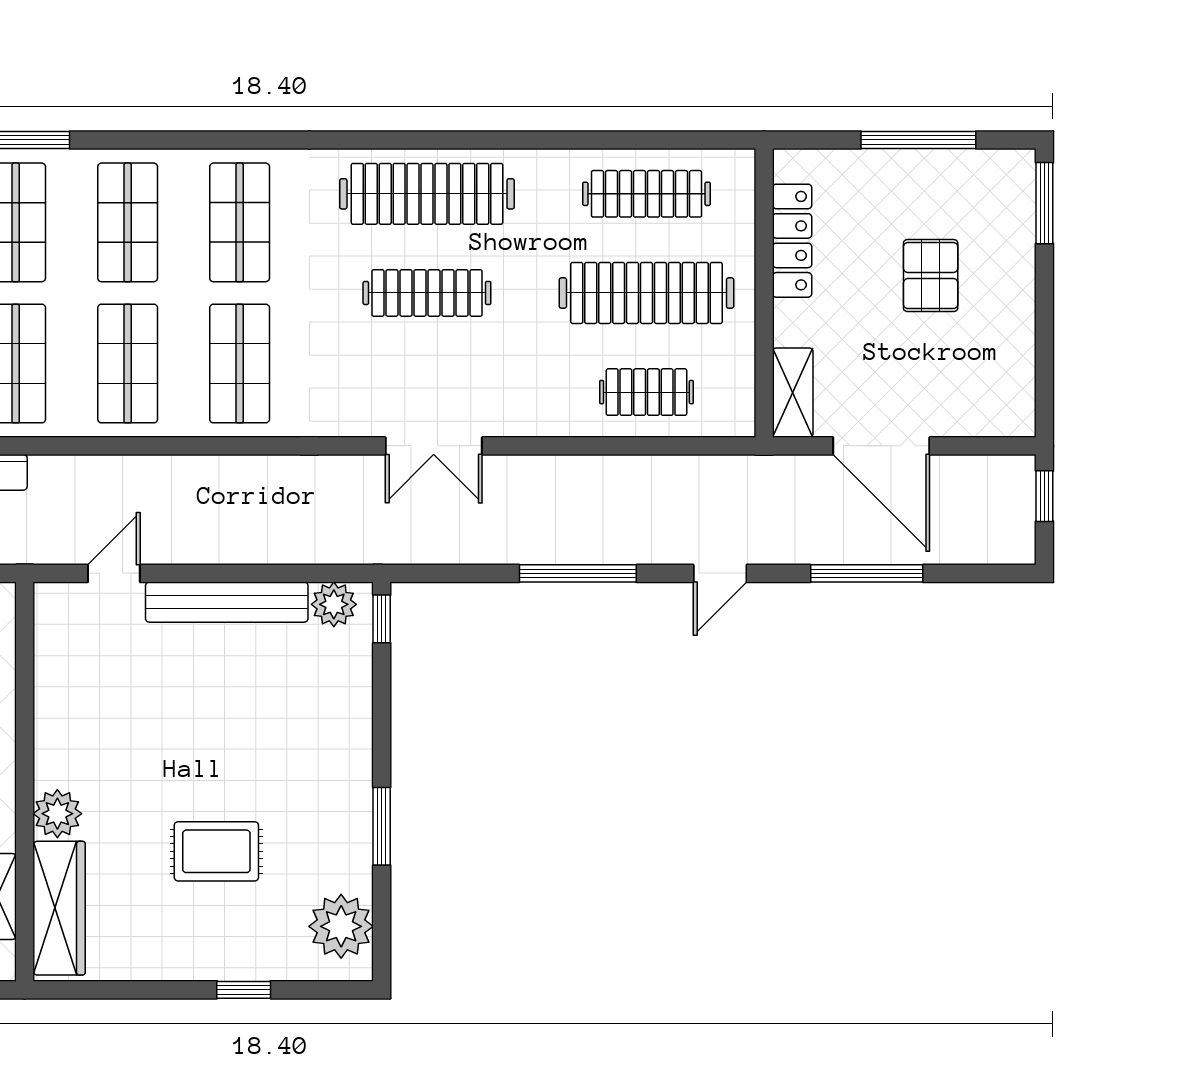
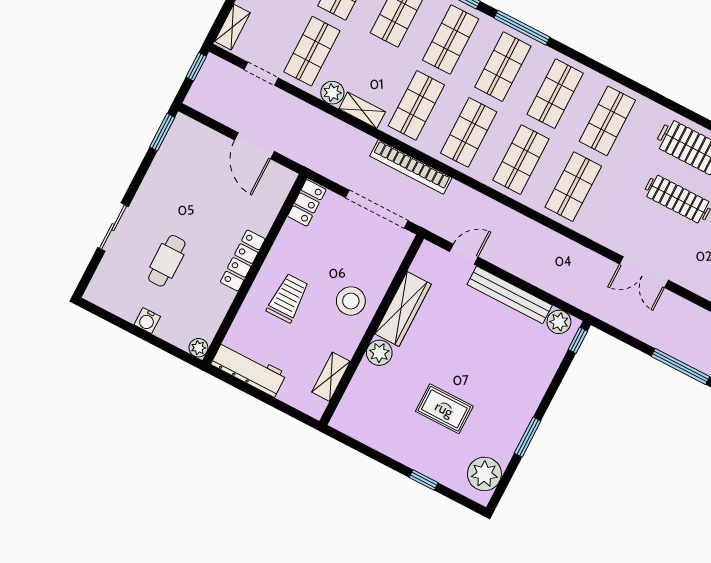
wardrobe: (59, 908) -> (403, 309), moved

